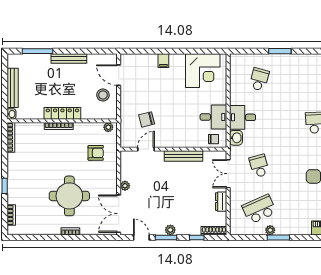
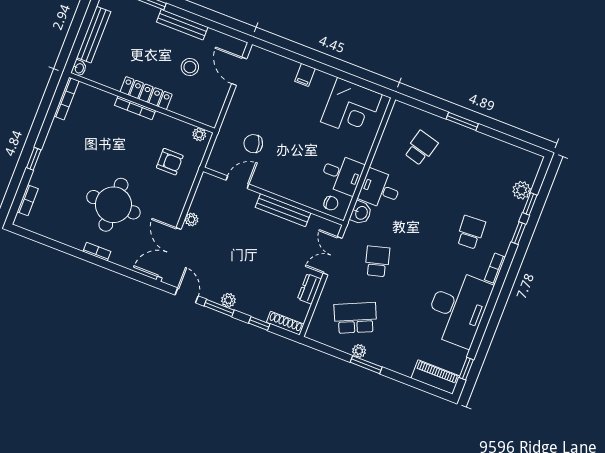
stool: (103, 95) -> (190, 67), moved

